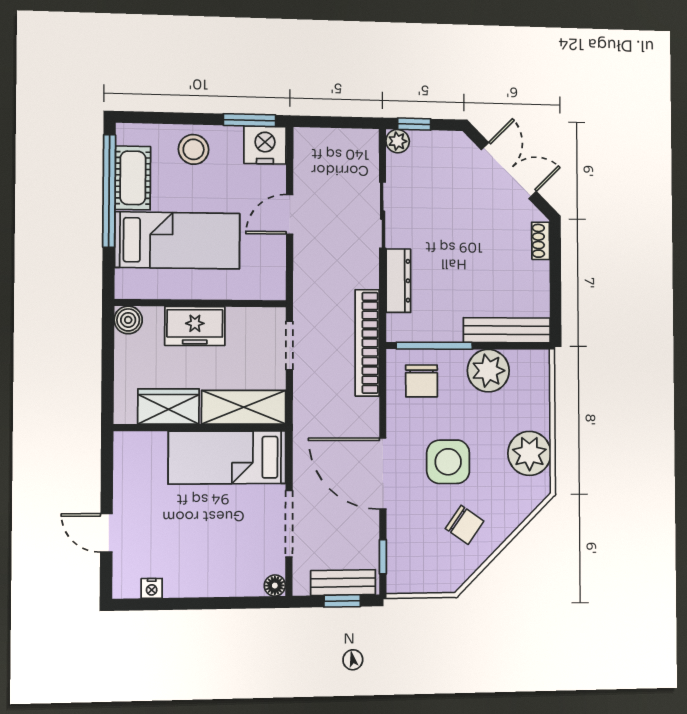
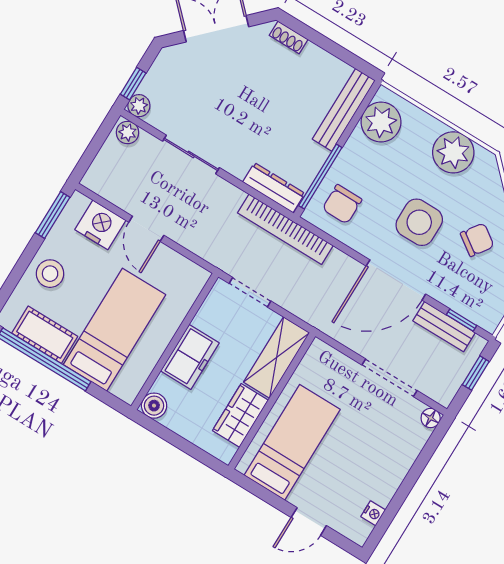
nightstand: (265, 145) -> (100, 225), moved, turned 90
plant: (367, 145) -> (127, 132), added
dresser: (398, 281) -> (274, 188), moved
plant: (488, 371) -> (381, 122), moved
chair: (422, 381) -> (342, 204), turned 90
bed: (227, 457) -> (292, 442), moved, turned 180
bench: (343, 583) -> (444, 327), moved, turned 90

